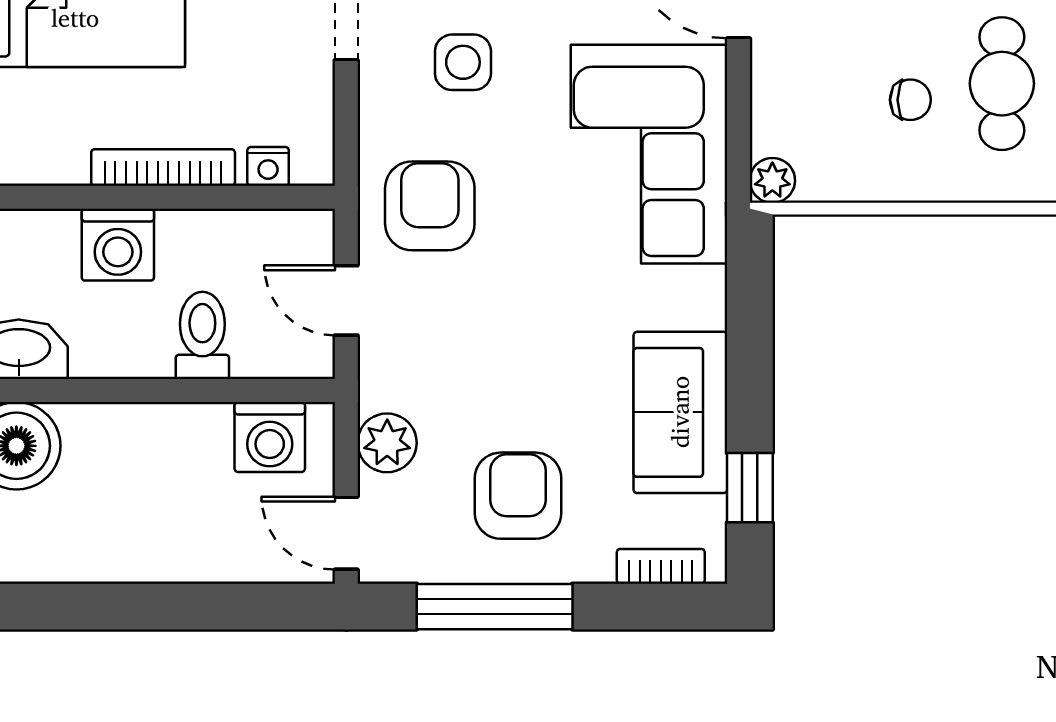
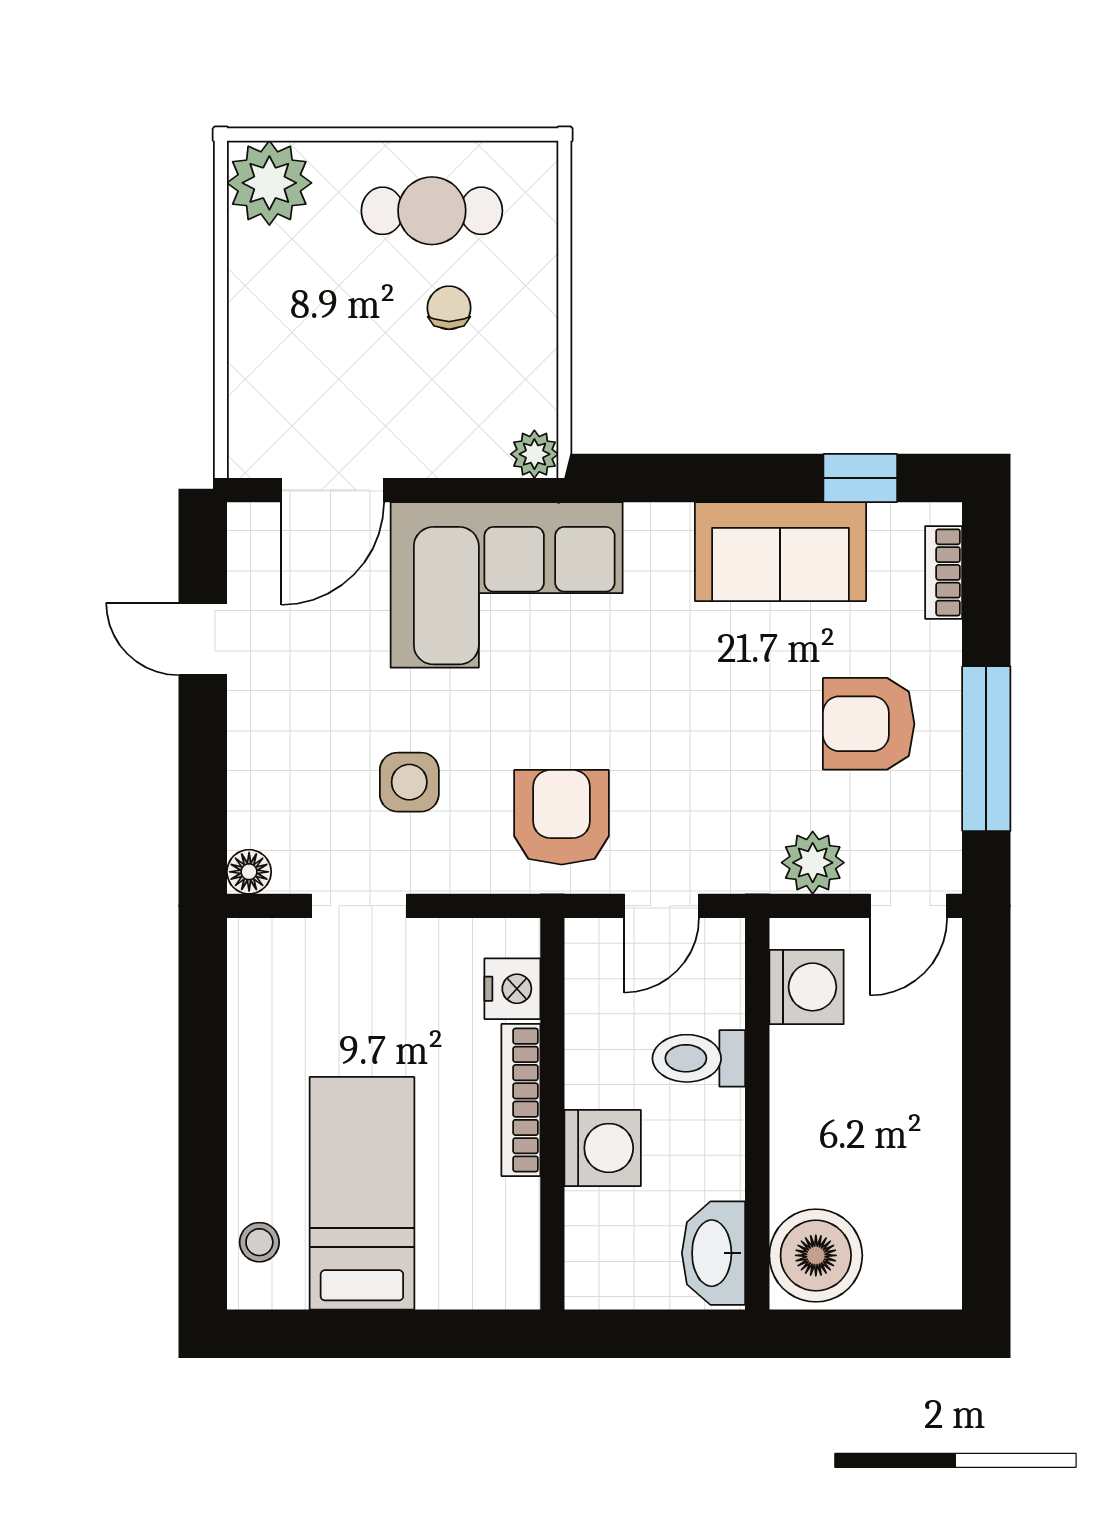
nightstand: (268, 166) -> (512, 989), width x1.39, depth x1.35
armchair: (430, 206) -> (562, 817), turned 90

